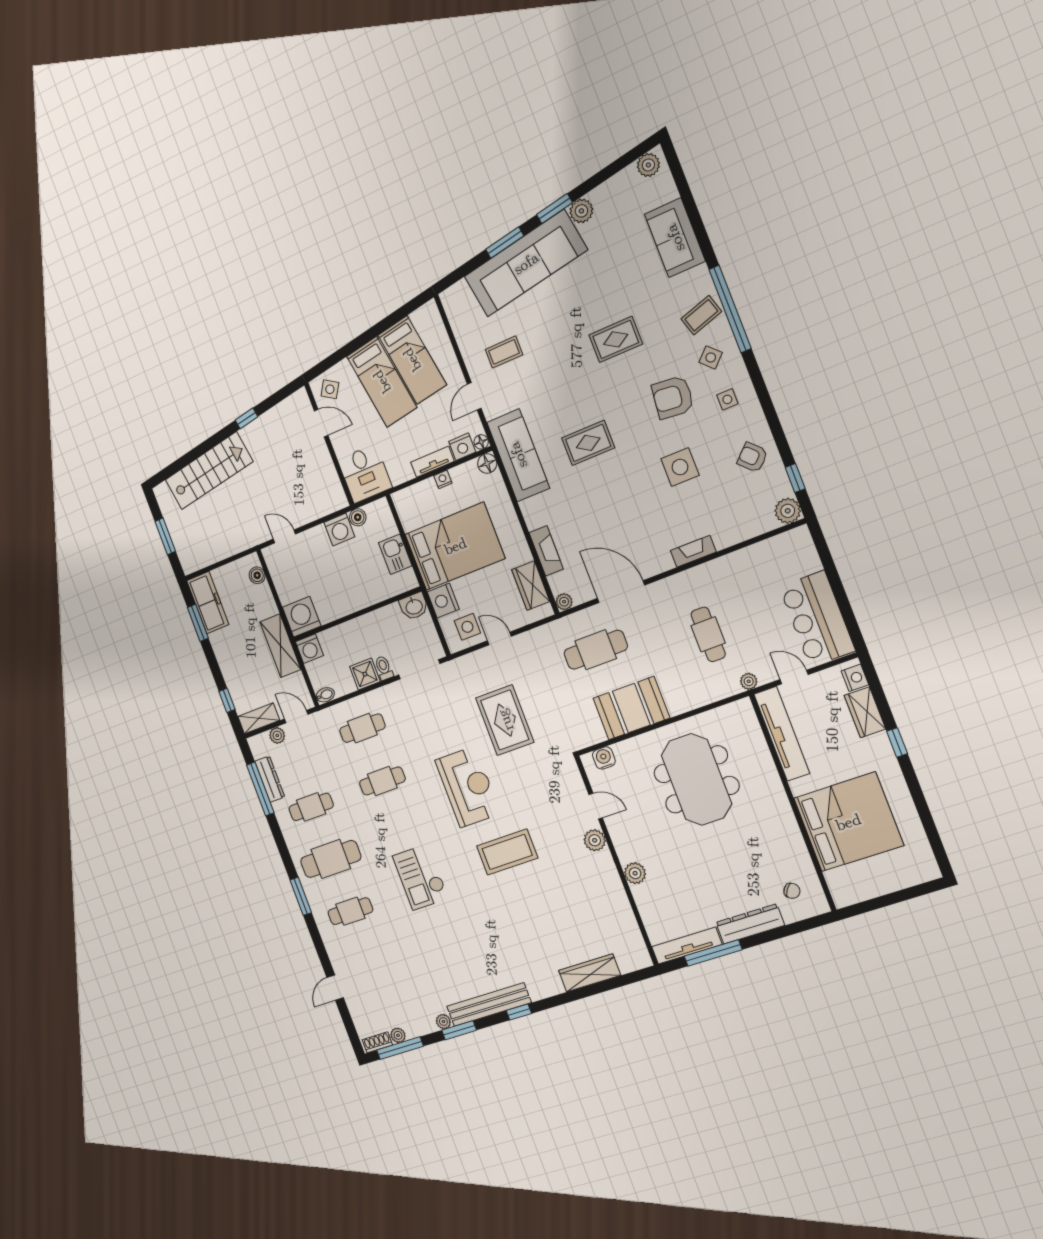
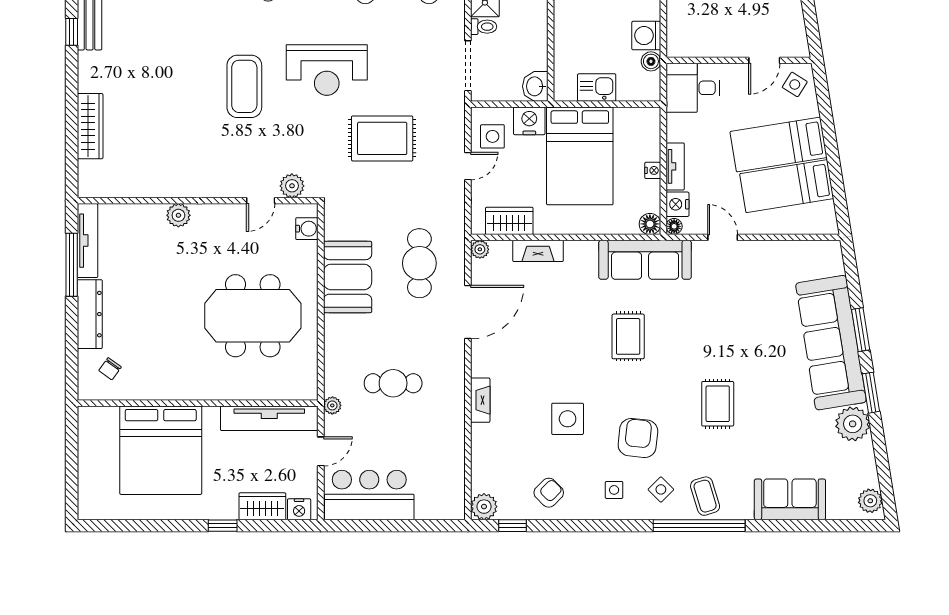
plant: (581, 211) -> (853, 424), width x1.36, depth x1.36
coffee table: (504, 352) -> (754, 286), removed
plant: (595, 840) -> (292, 186), moved

